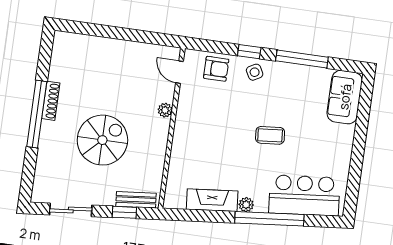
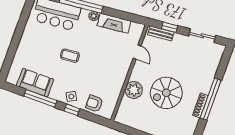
door: (180, 72) -> (137, 52), moved
sofa: (345, 97) -> (35, 83), moved, turned -90
plant: (165, 110) -> (134, 90), width x1.88, depth x1.88
spiral stairs: (102, 140) -> (166, 93), moved

